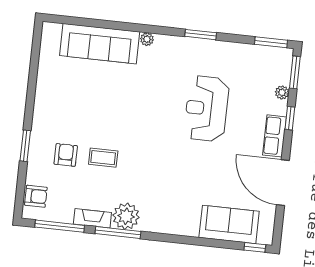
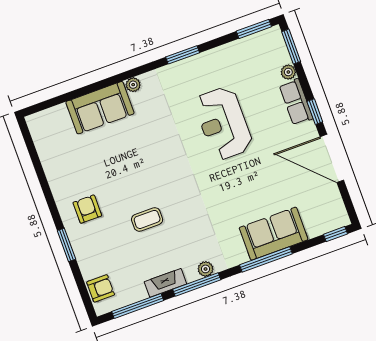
sofa: (100, 44) -> (100, 108), width x0.73
window: (290, 118) -> (315, 112), moved
row of seats: (275, 136) -> (296, 102), moved
armchair: (66, 155) -> (87, 209), moved
plant: (126, 216) -> (206, 269), width x0.53, depth x0.53
sofa: (229, 224) -> (274, 234), moved
window: (186, 240) -> (266, 259), added

